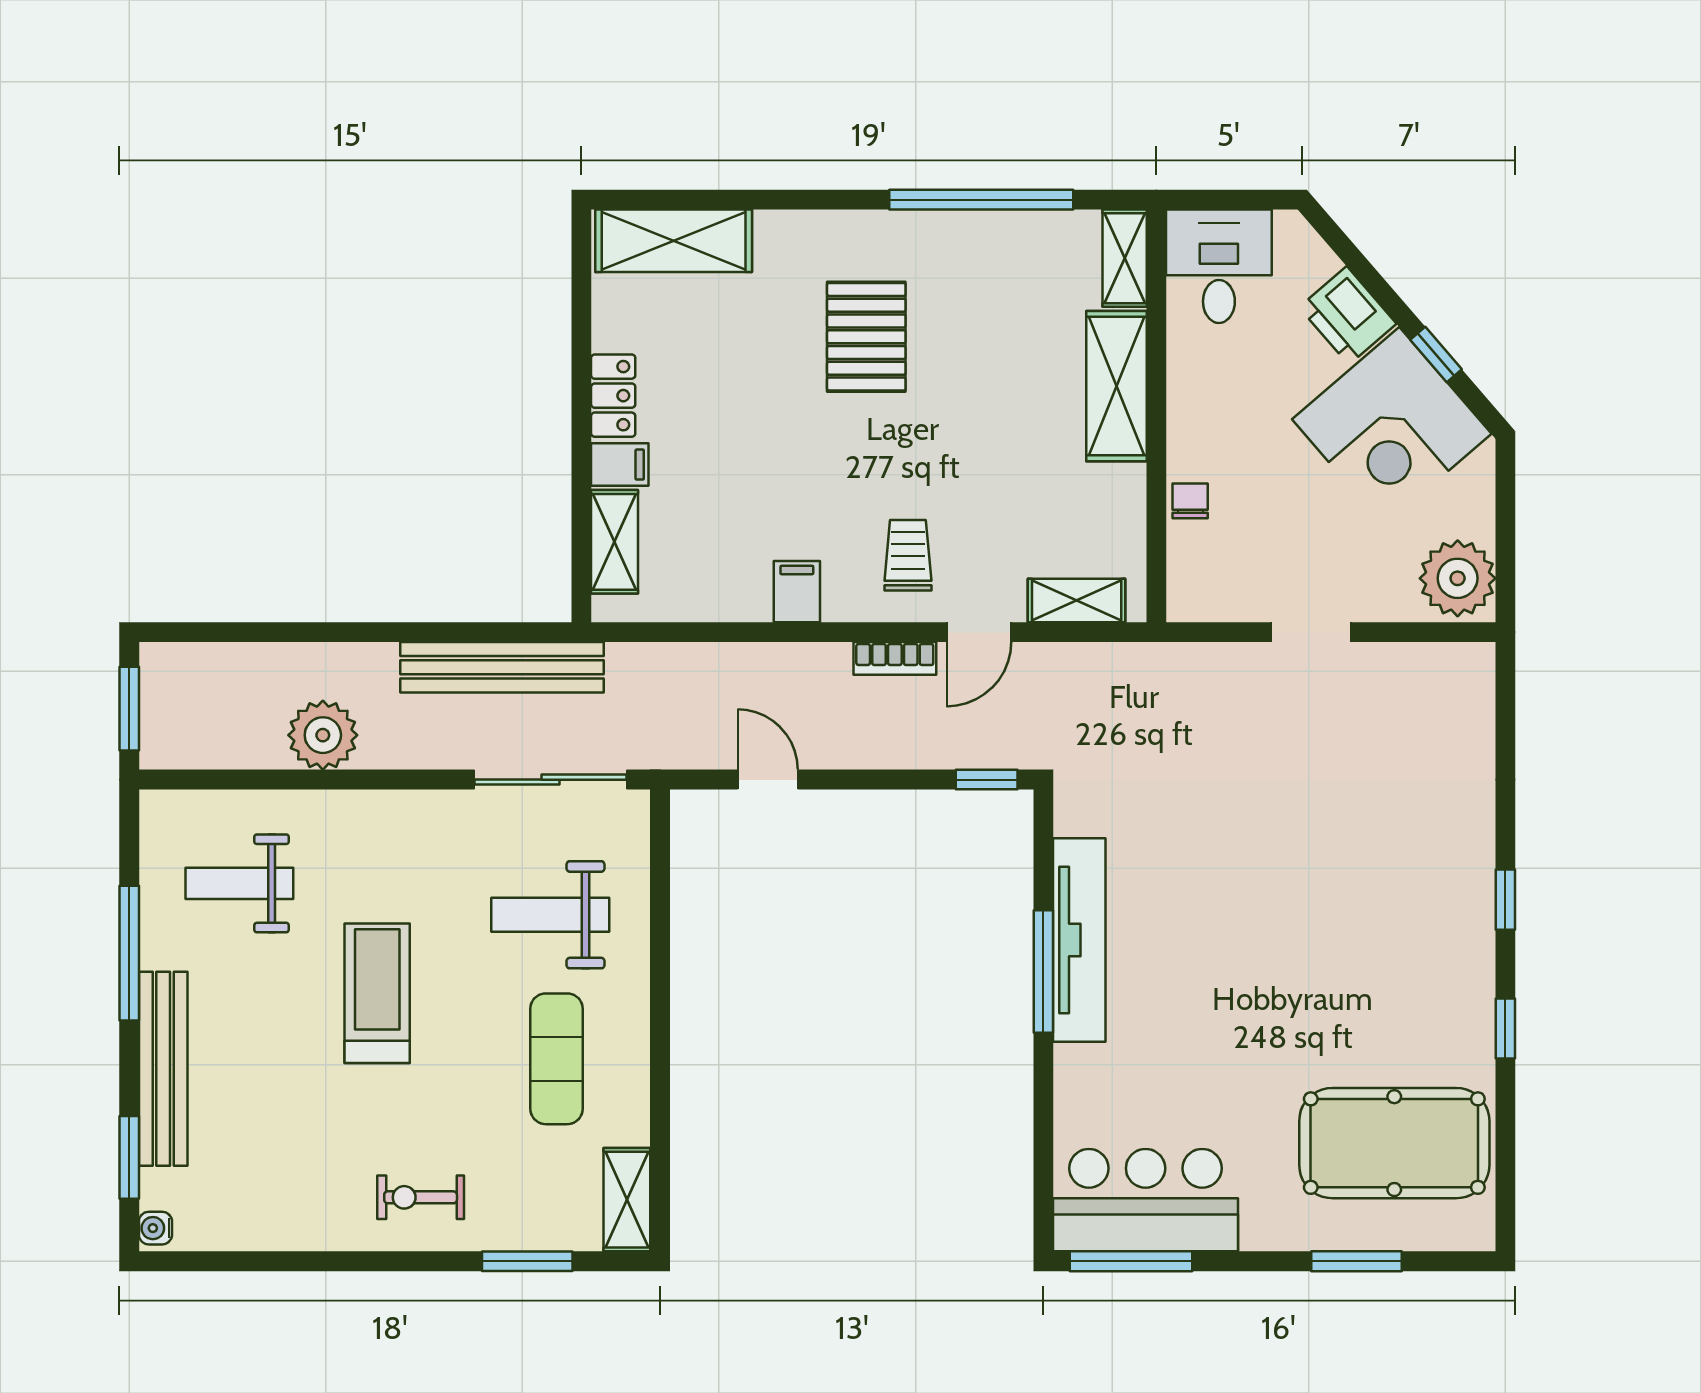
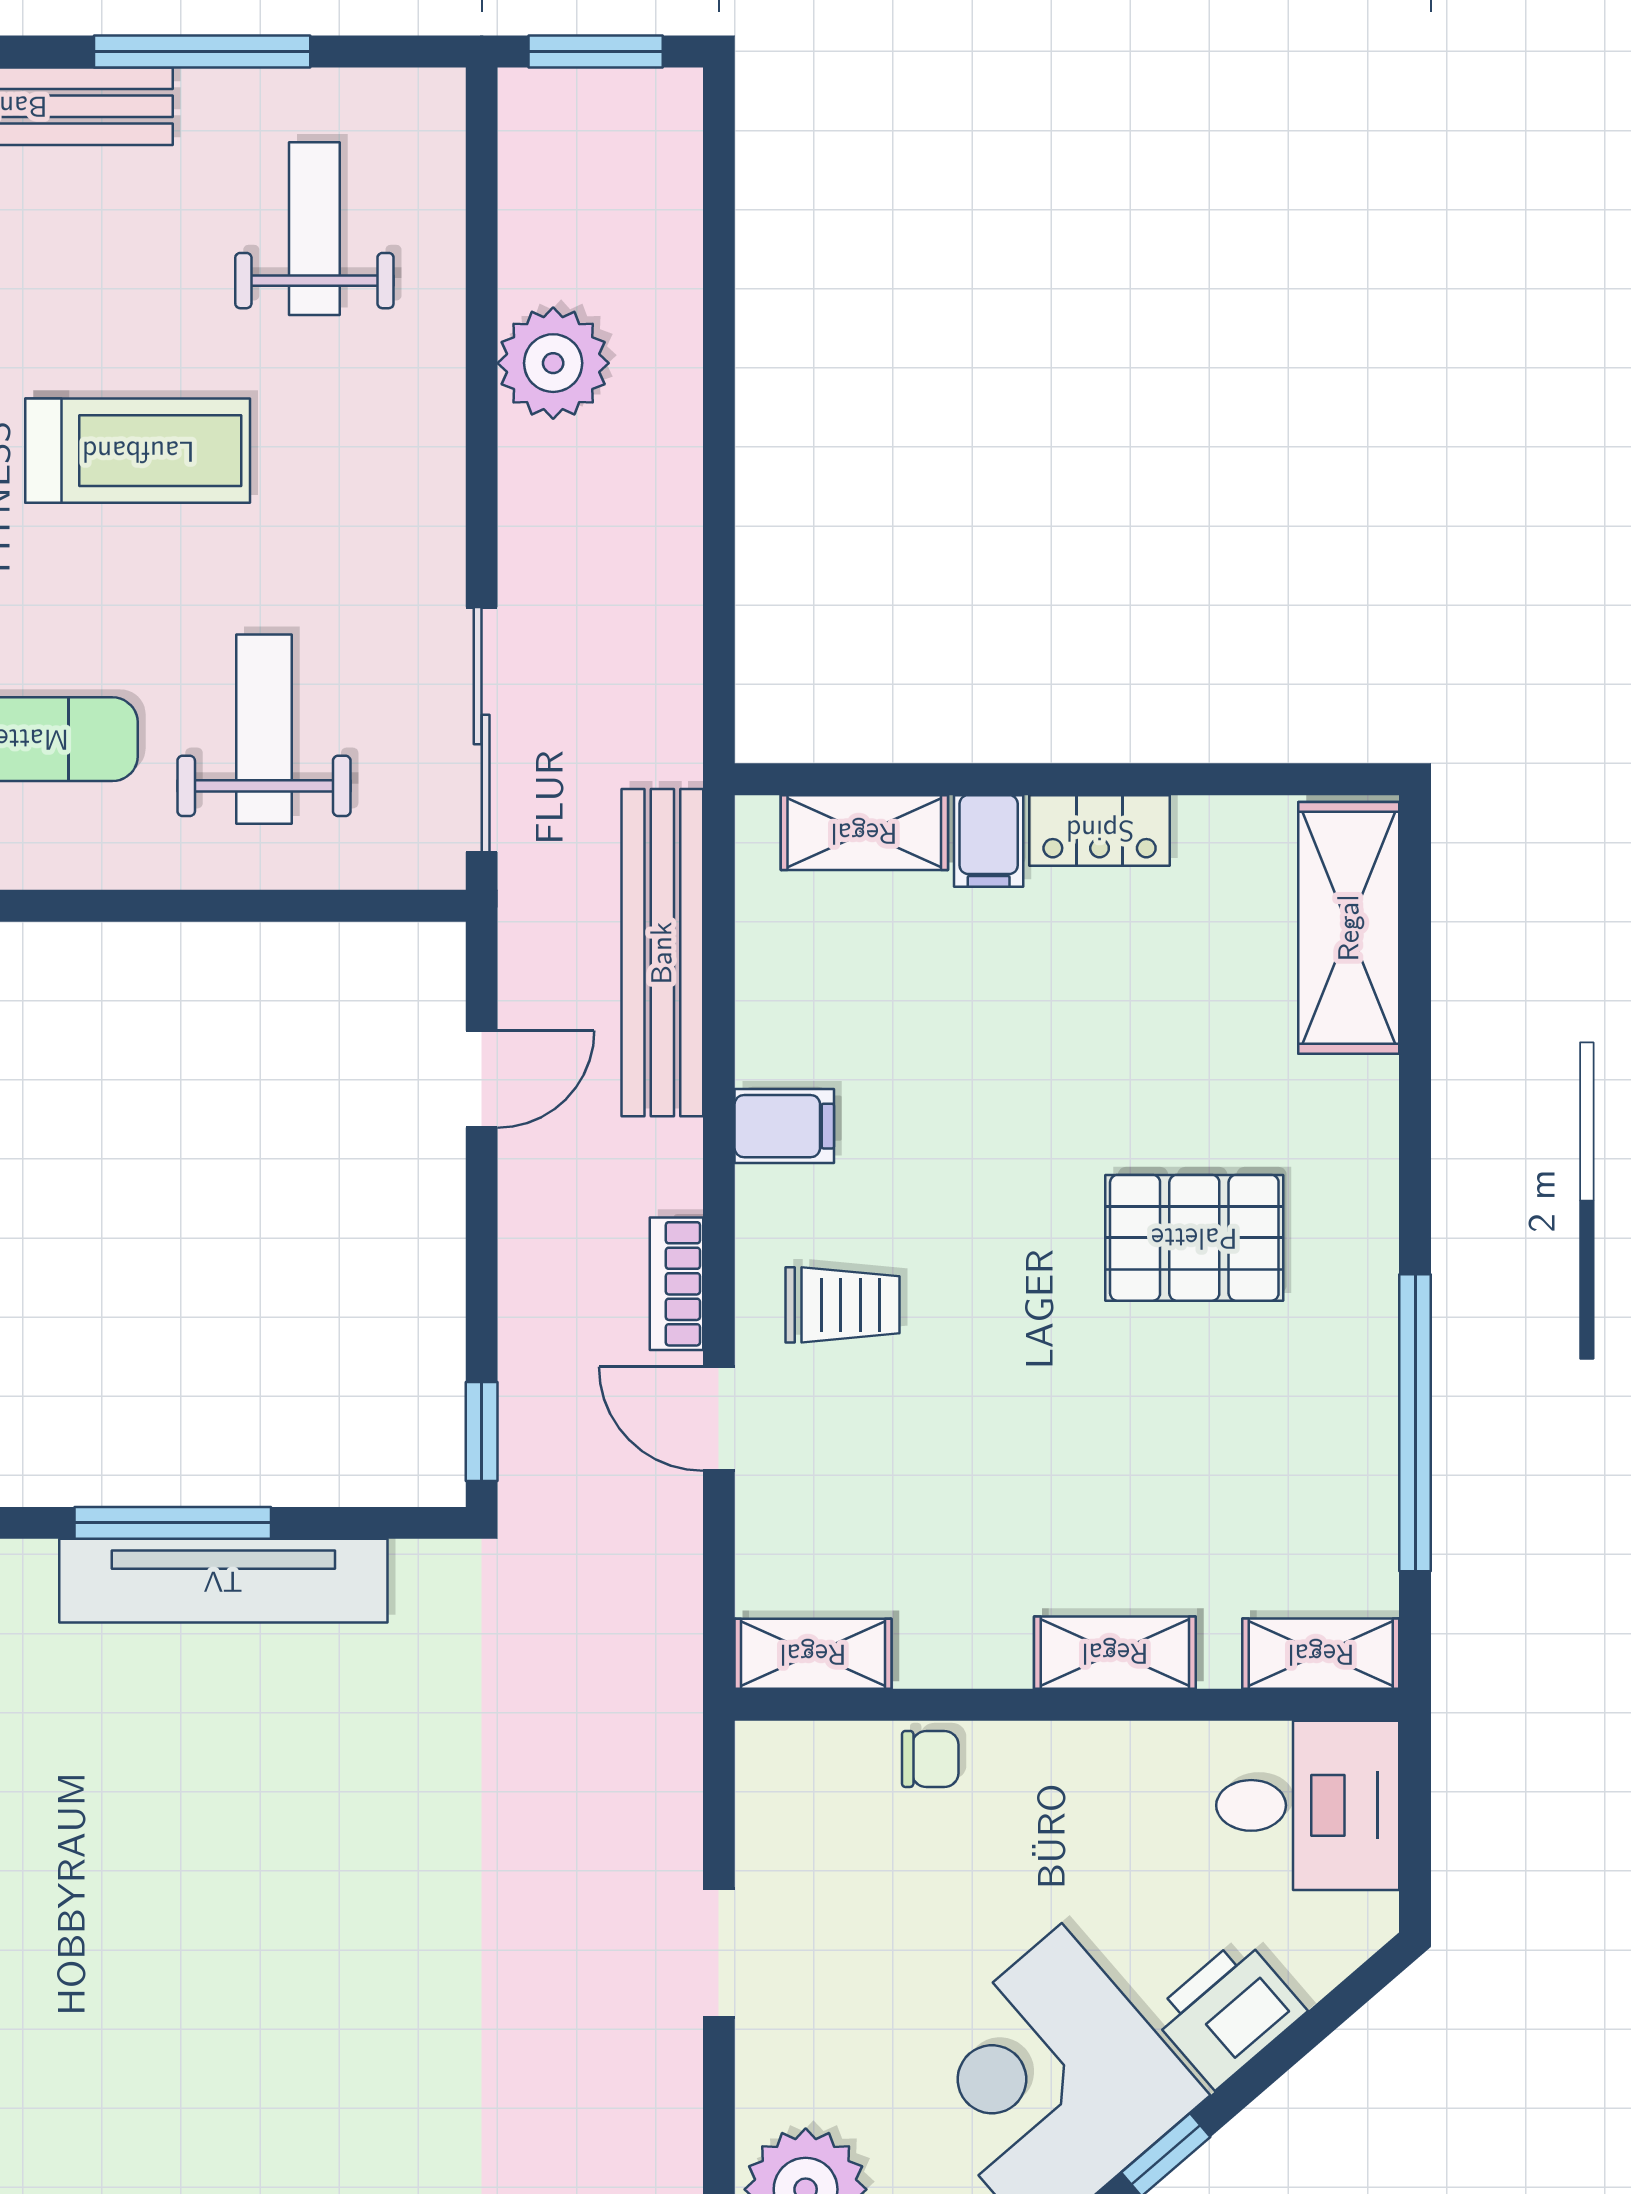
shelving: (1116, 386) -> (1115, 1653), width x0.67, depth x0.75
shelving: (1077, 600) -> (813, 1654), moved, turned 90
bench: (502, 667) -> (662, 953), moved

